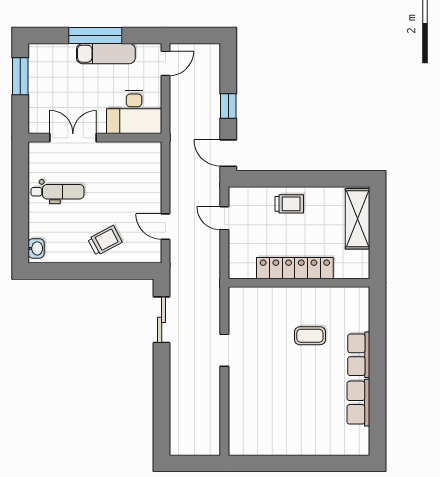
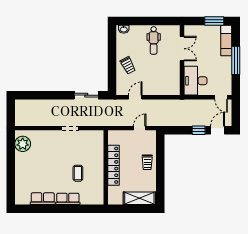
exam couch: (106, 54) -> (226, 40), moved
door: (228, 153) -> (218, 130), moved
plant: (254, 441) -> (23, 144), added

